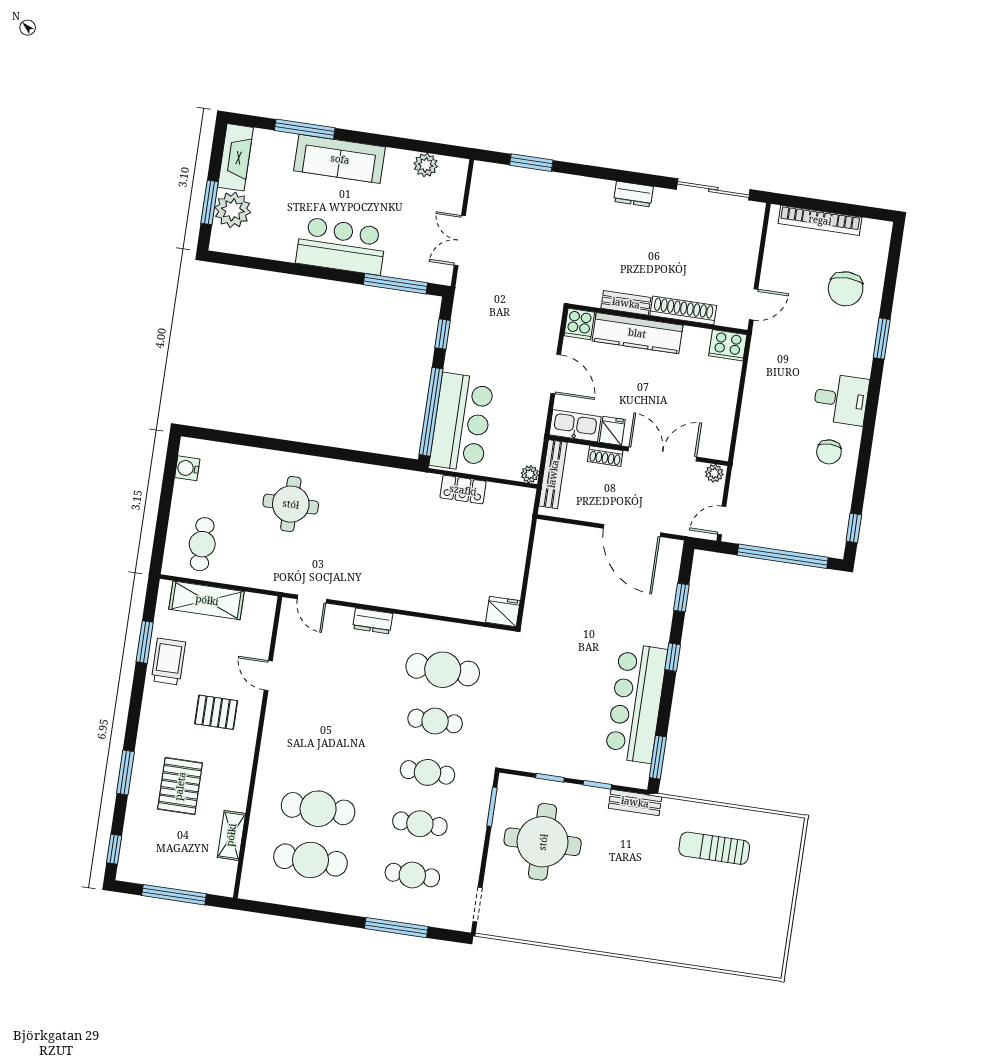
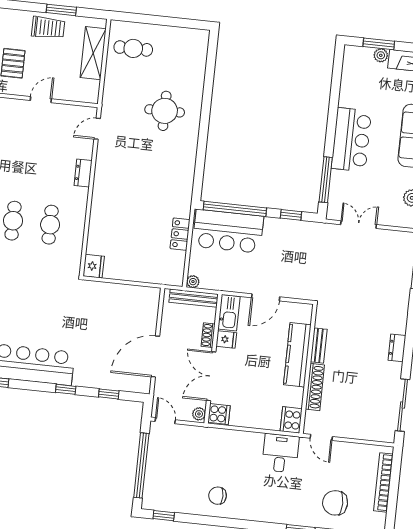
plant: (233, 210) -> (381, 55), width x0.53, depth x0.53
cooker: (579, 324) -> (219, 414), moved, turned 180
desk: (841, 399) -> (280, 453), moved, turned 180
double door: (662, 454) -> (211, 376), swing flipped
water cooler: (187, 468) -> (187, 36), removed
cafe table: (443, 670) -> (50, 225), width x0.73, depth x0.74

